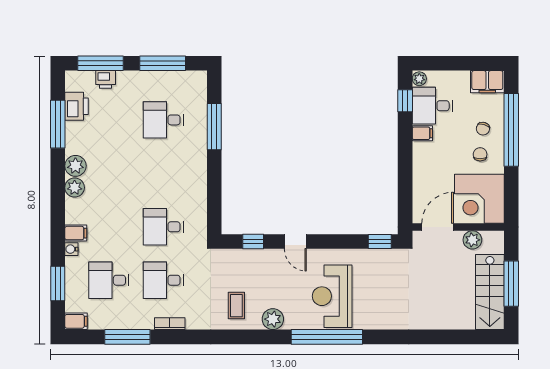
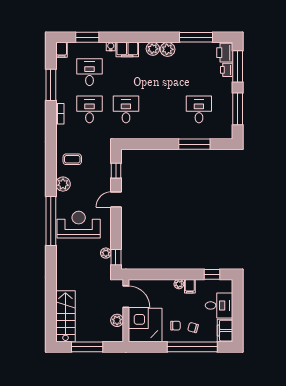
plant: (419, 79) -> (179, 284), moved
printer: (77, 106) -> (225, 53), moved, turned 90
desk: (432, 106) -> (219, 305), moved, turned 90
filing cabinet: (76, 233) -> (127, 50), width x2.00
plant: (374, 256) -> (106, 253), added
stairs: (490, 292) -> (65, 316), moved, turned 90

